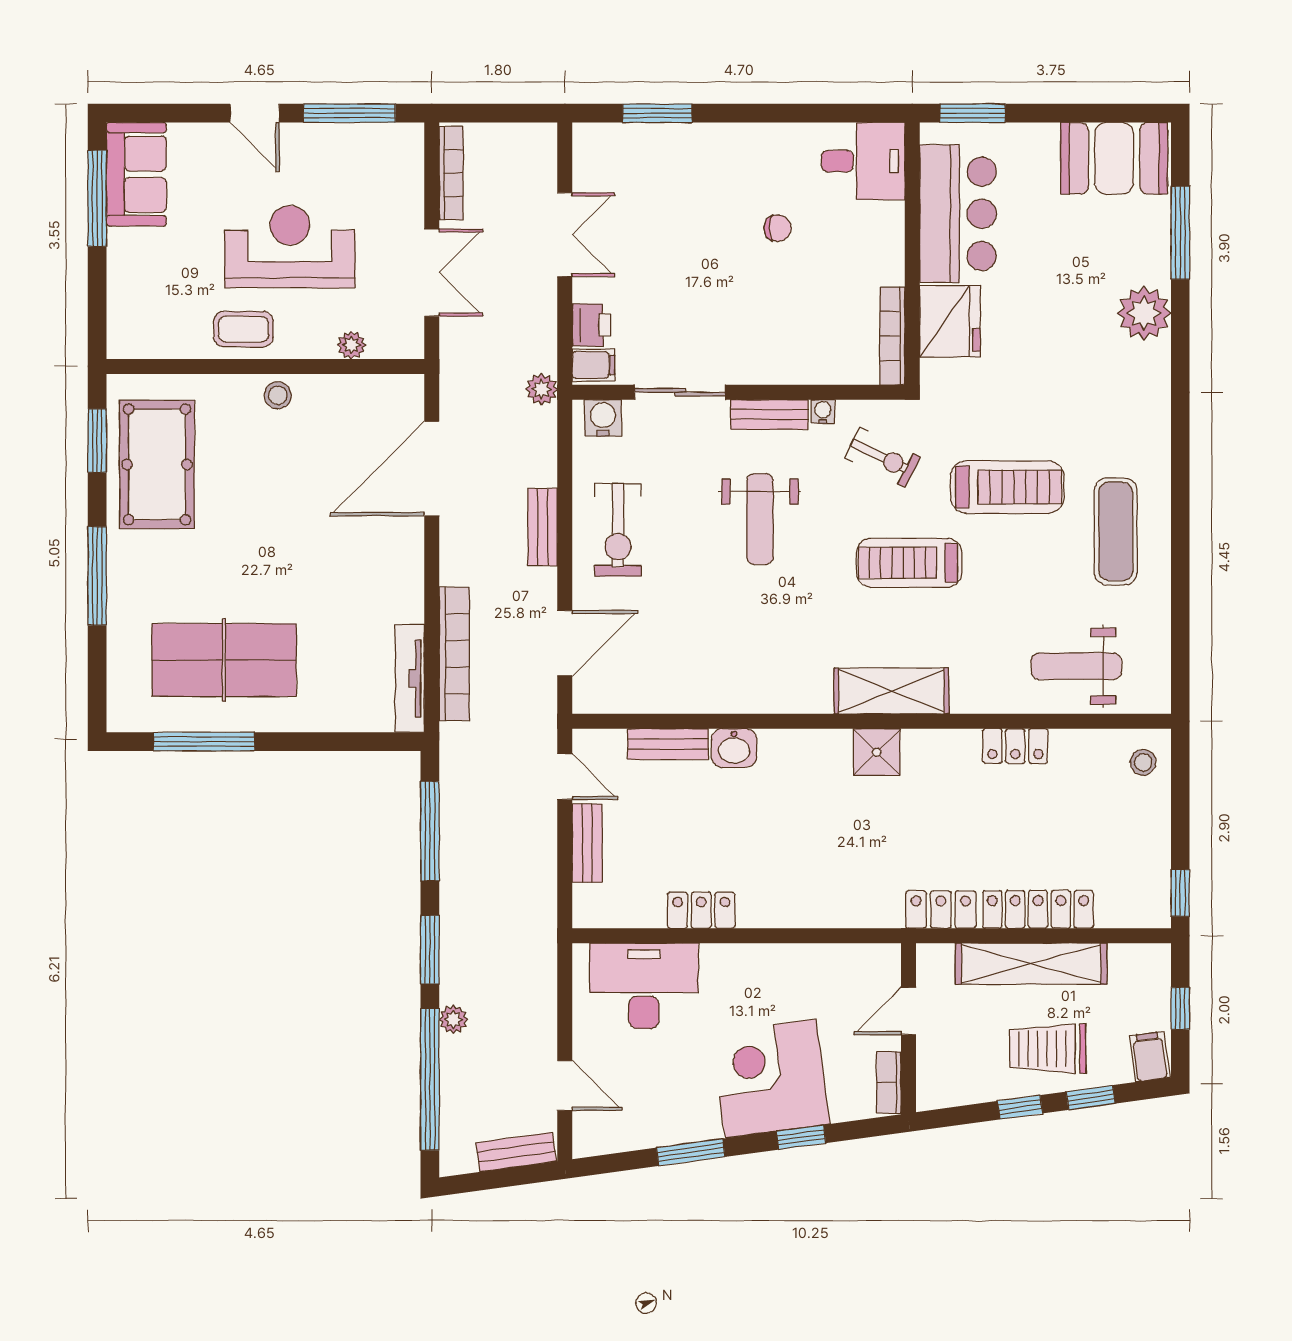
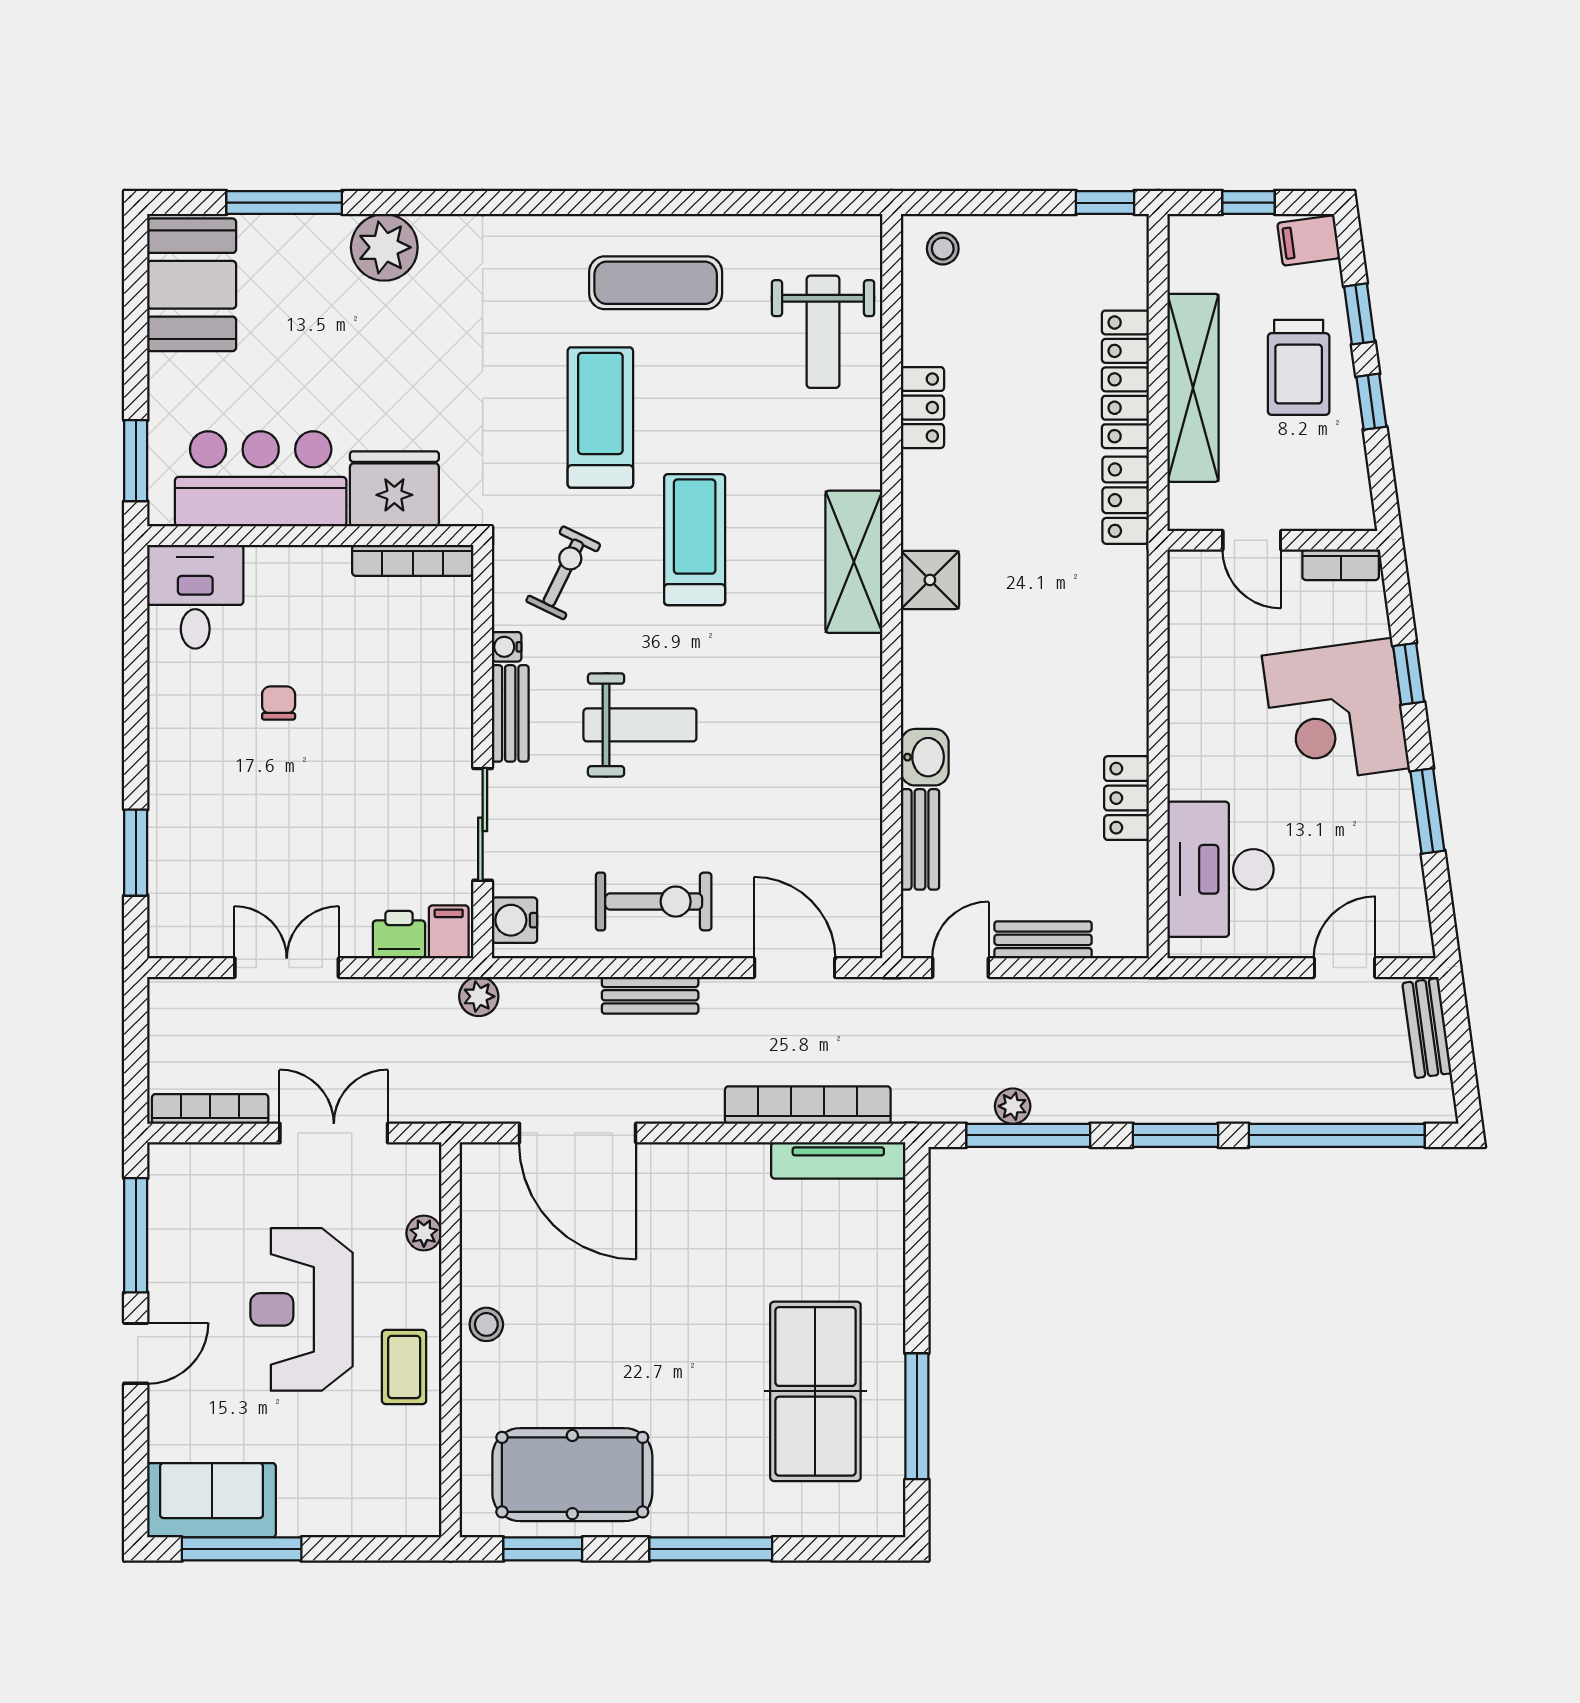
treadmill: (909, 563) -> (695, 540), turned 180
plant: (453, 1019) -> (1013, 1106), moved

